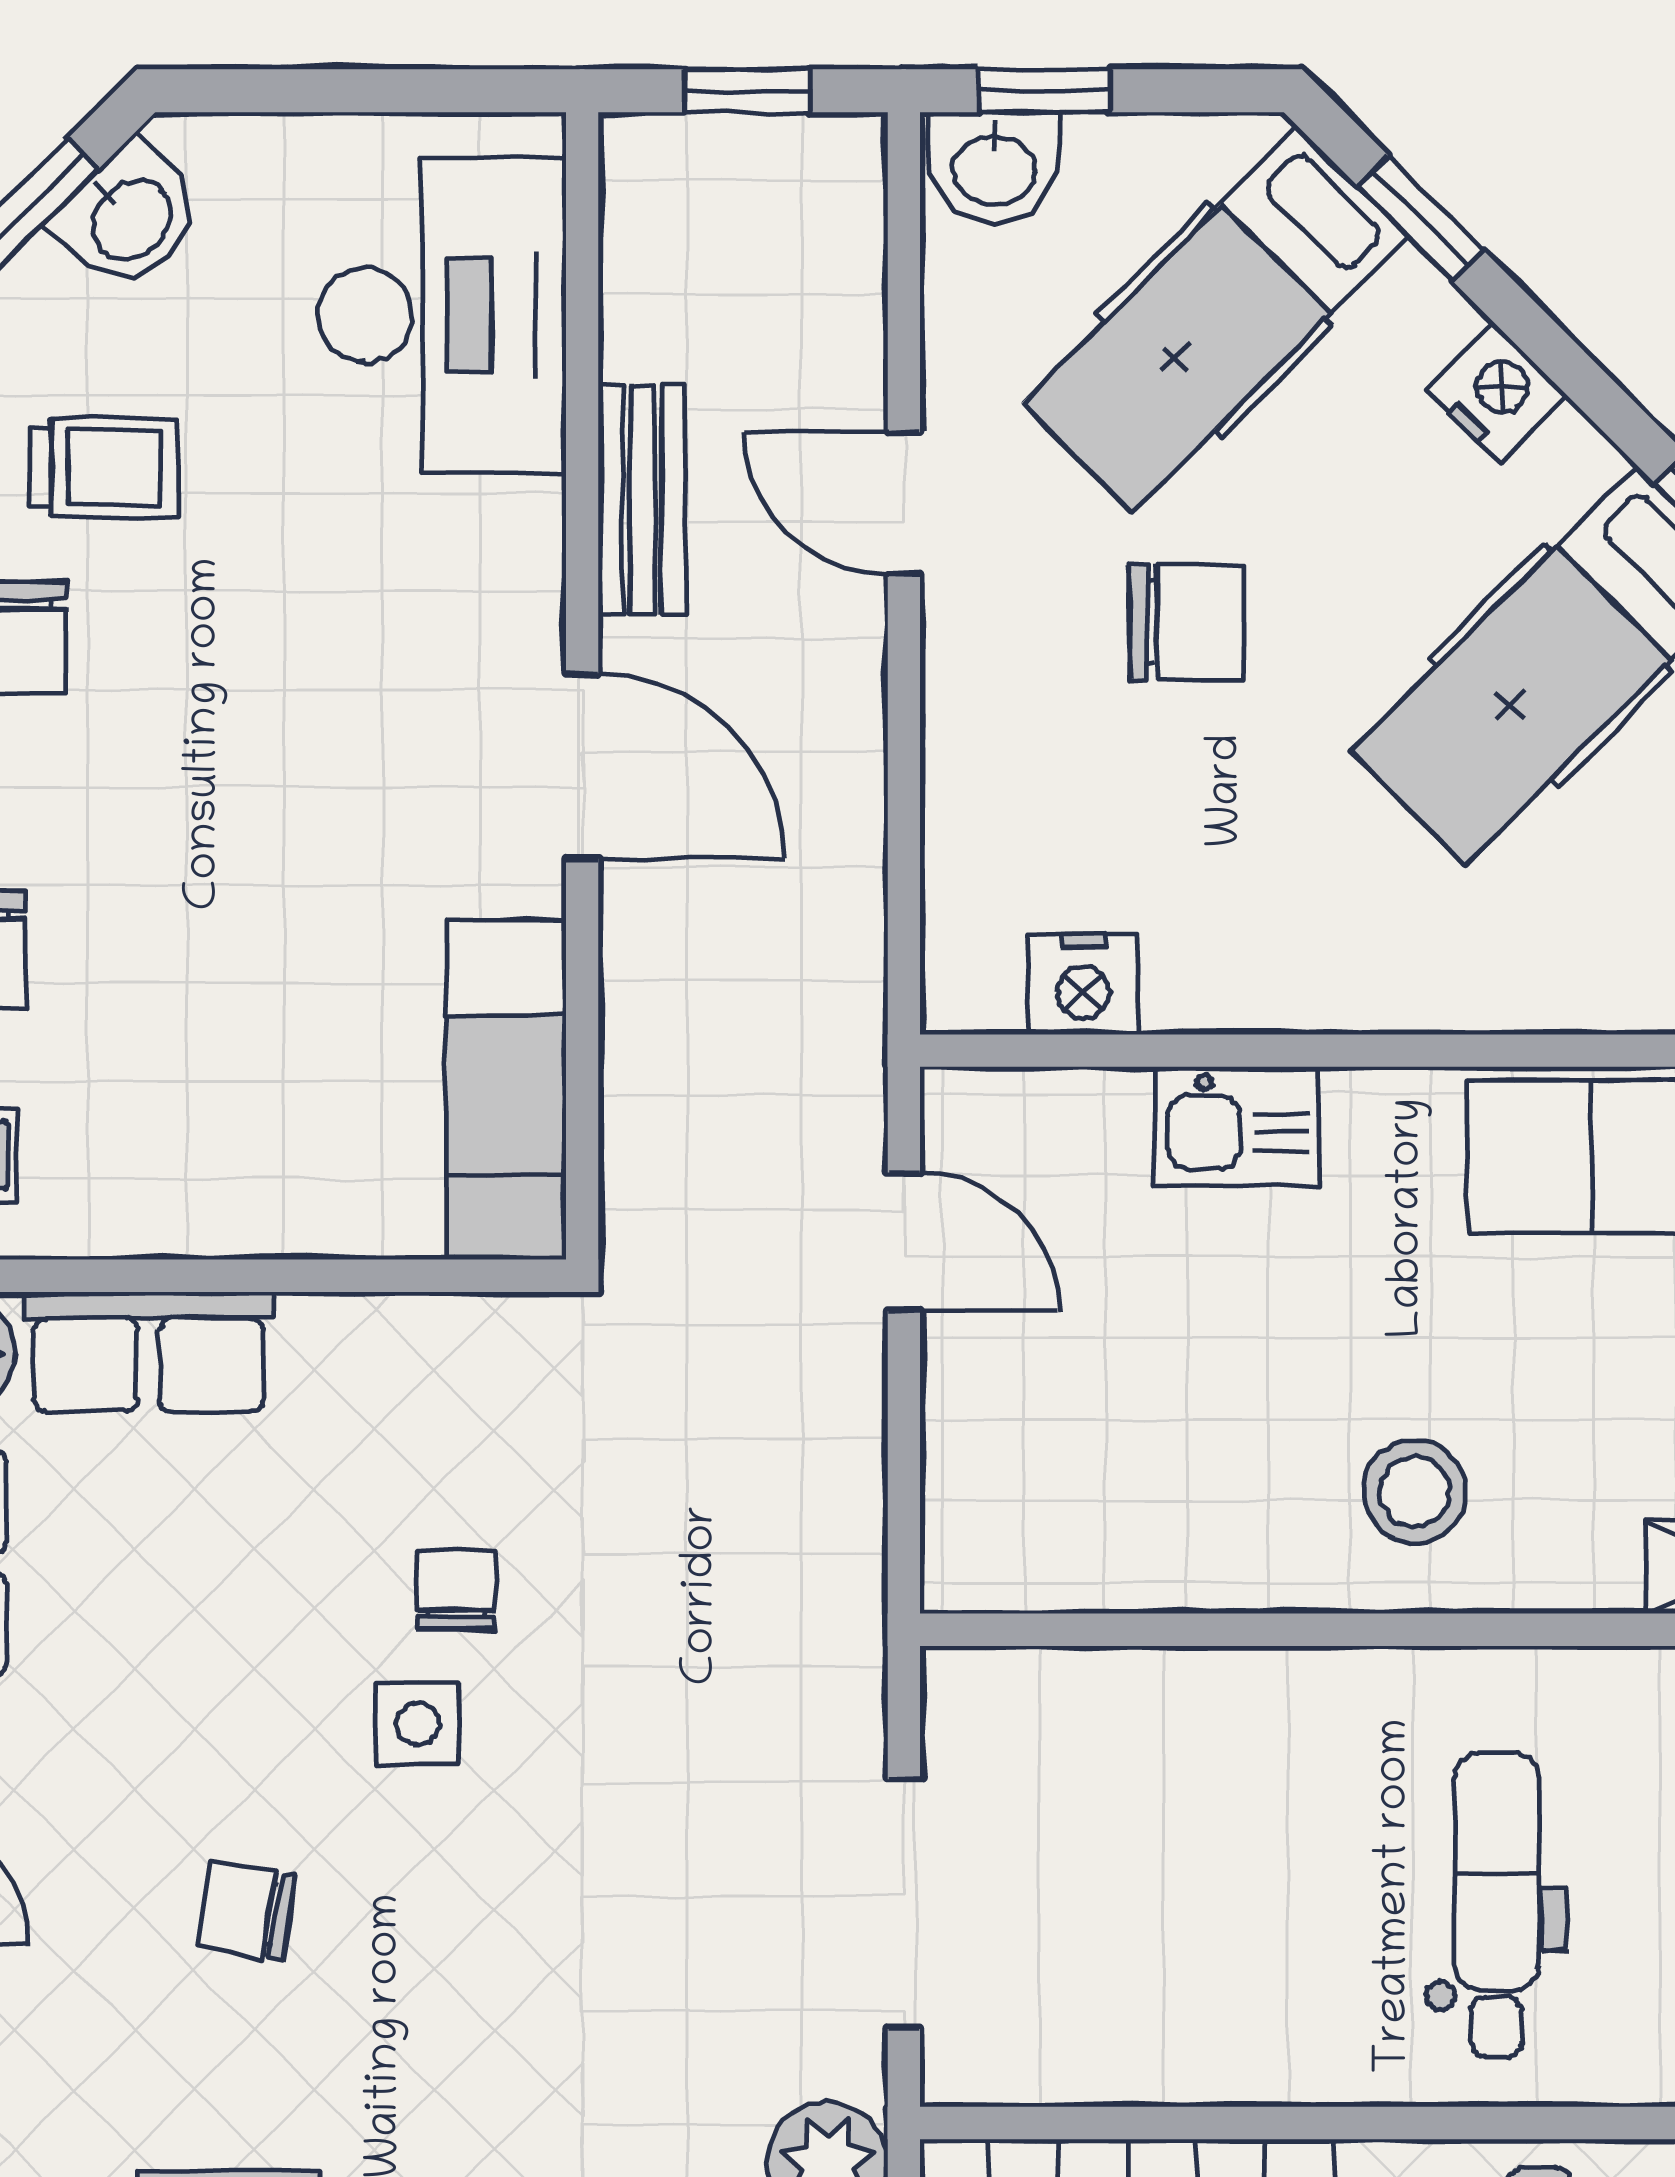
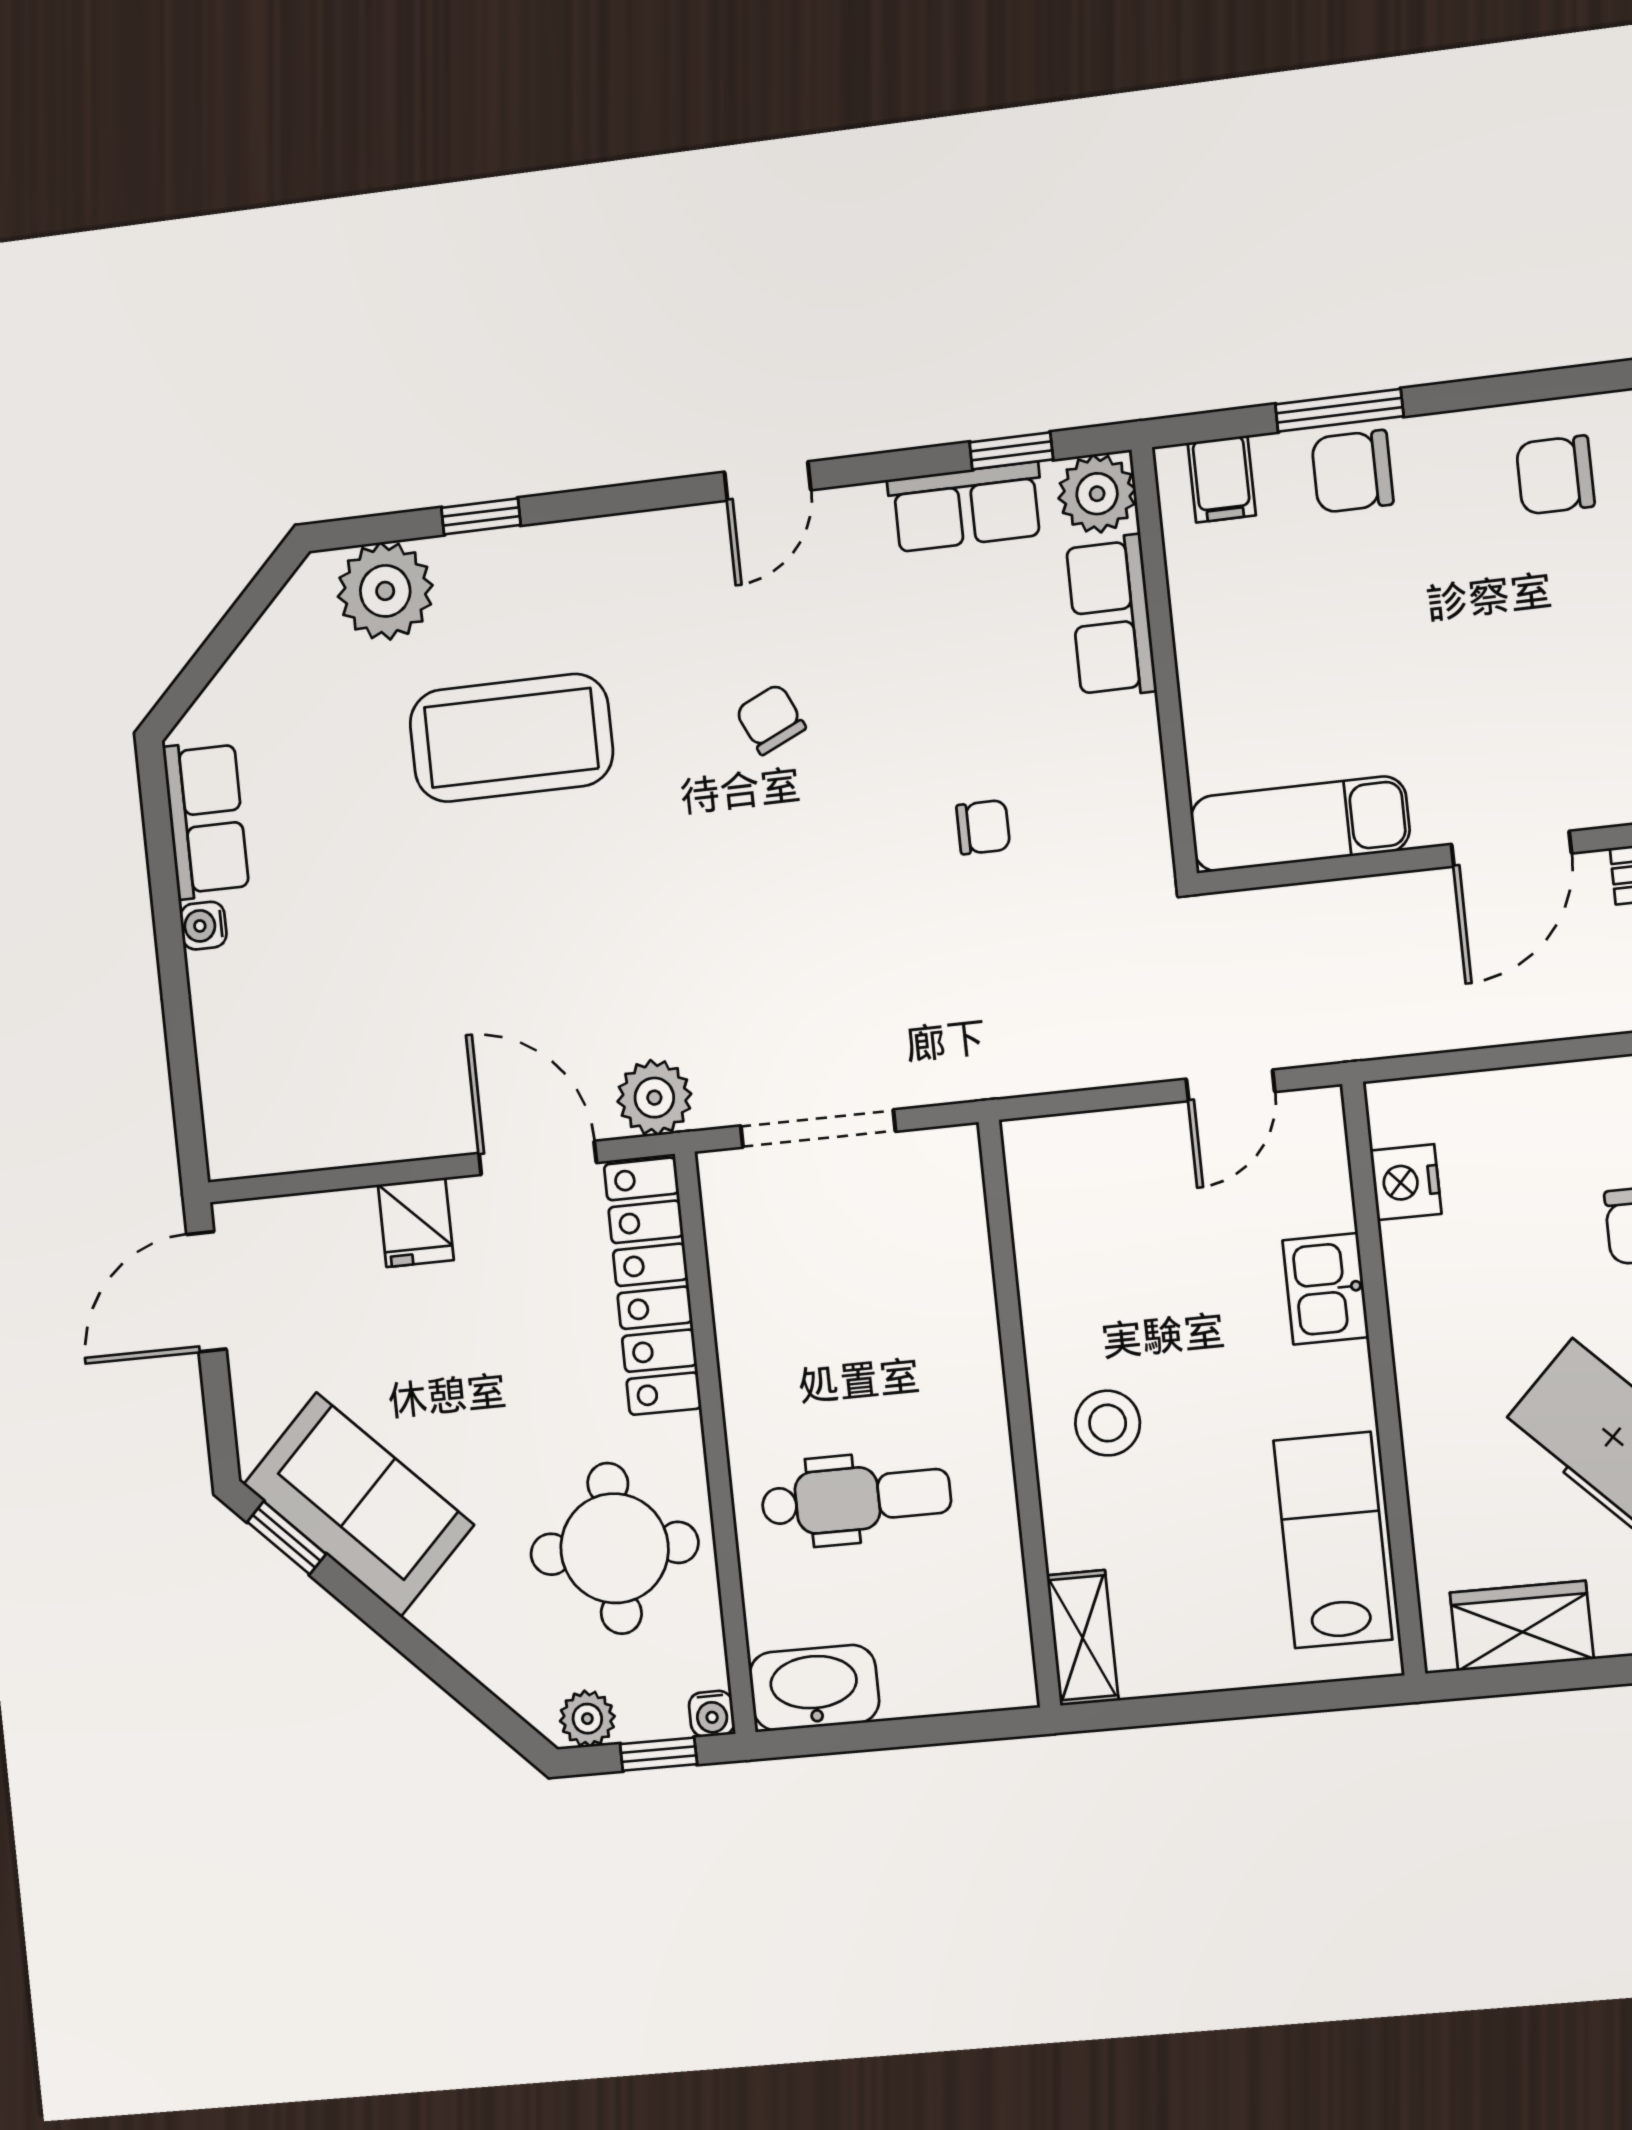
side table: (418, 1724) -> (897, 813), removed
chair: (247, 1911) -> (771, 719), turned -34

